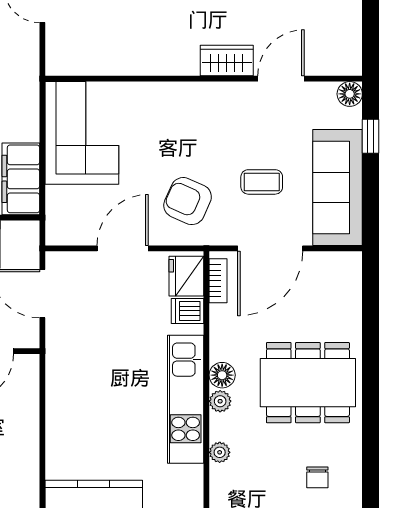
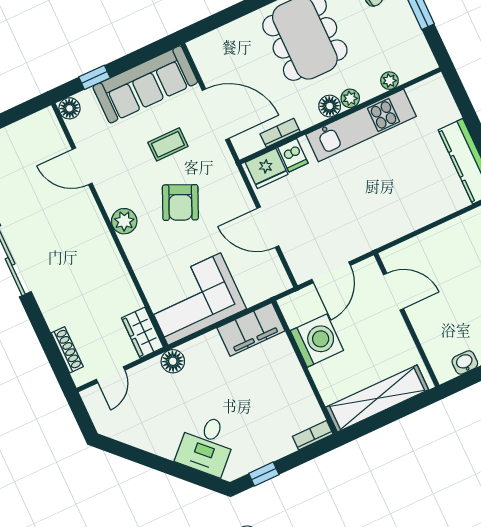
wardrobe: (227, 60) -> (143, 333), moved
floor lamp: (26, 79) -> (173, 361), added
plant: (201, 96) -> (124, 221), added
coffee table: (262, 182) -> (168, 144), turned 90
armchair: (188, 201) -> (180, 202), moved
bookcase: (218, 281) -> (280, 133), moved

